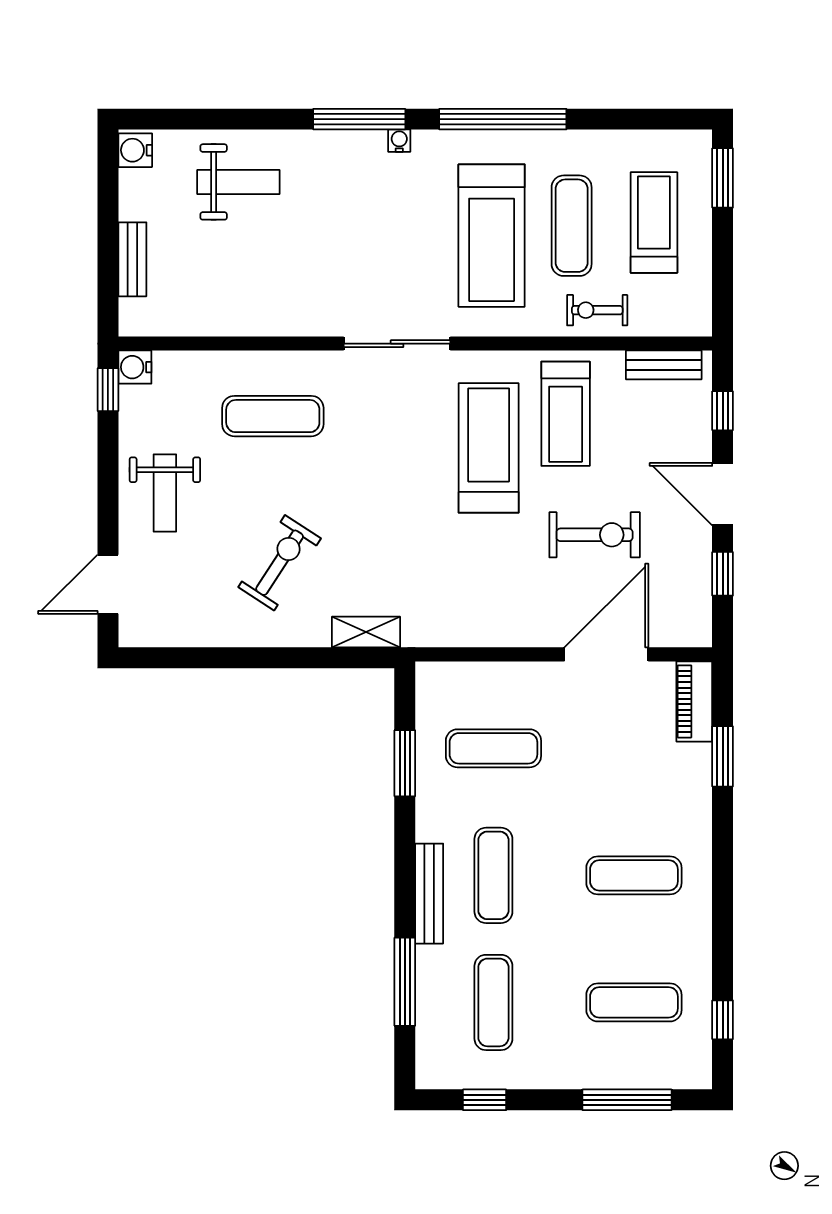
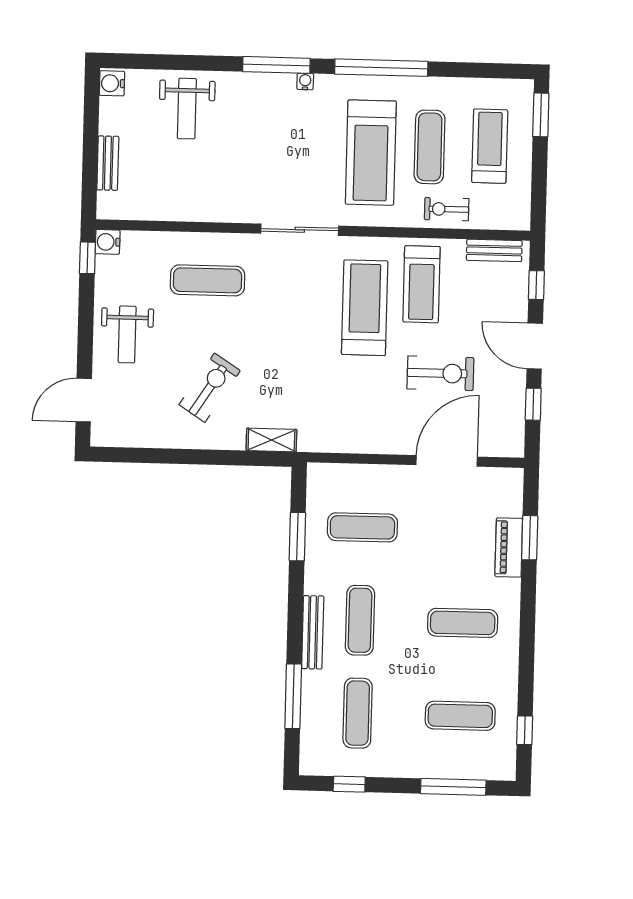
weight bench: (238, 182) -> (187, 109), turned 90
piano: (694, 701) -> (509, 547), moved

